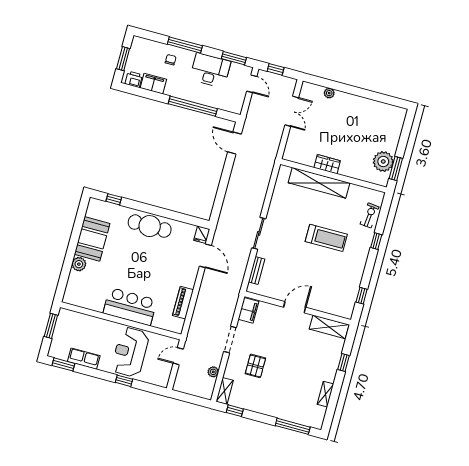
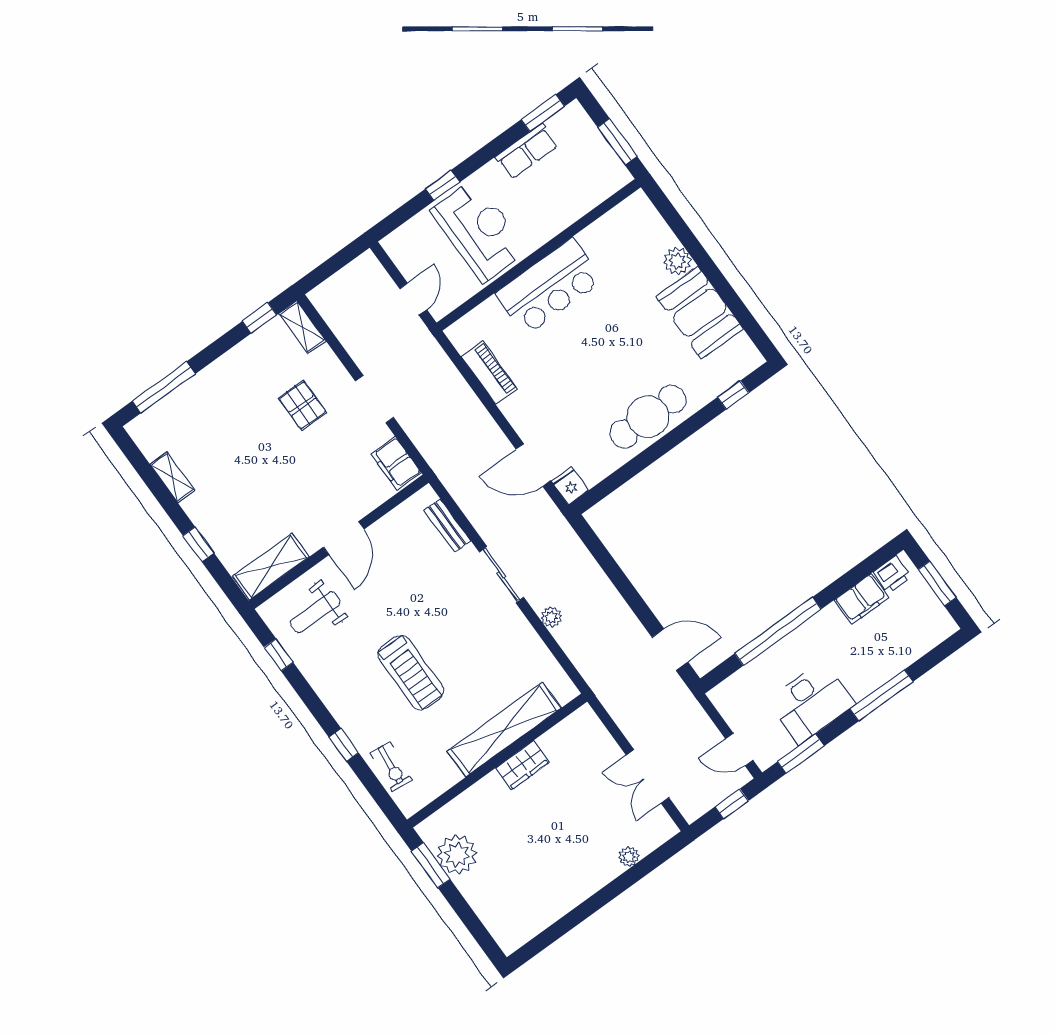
chair: (171, 60) -> (877, 655), removed
treadmill: (326, 238) -> (411, 673), turned -90
weight bench: (333, 295) -> (315, 612), added
plant: (213, 372) -> (551, 617), moved

